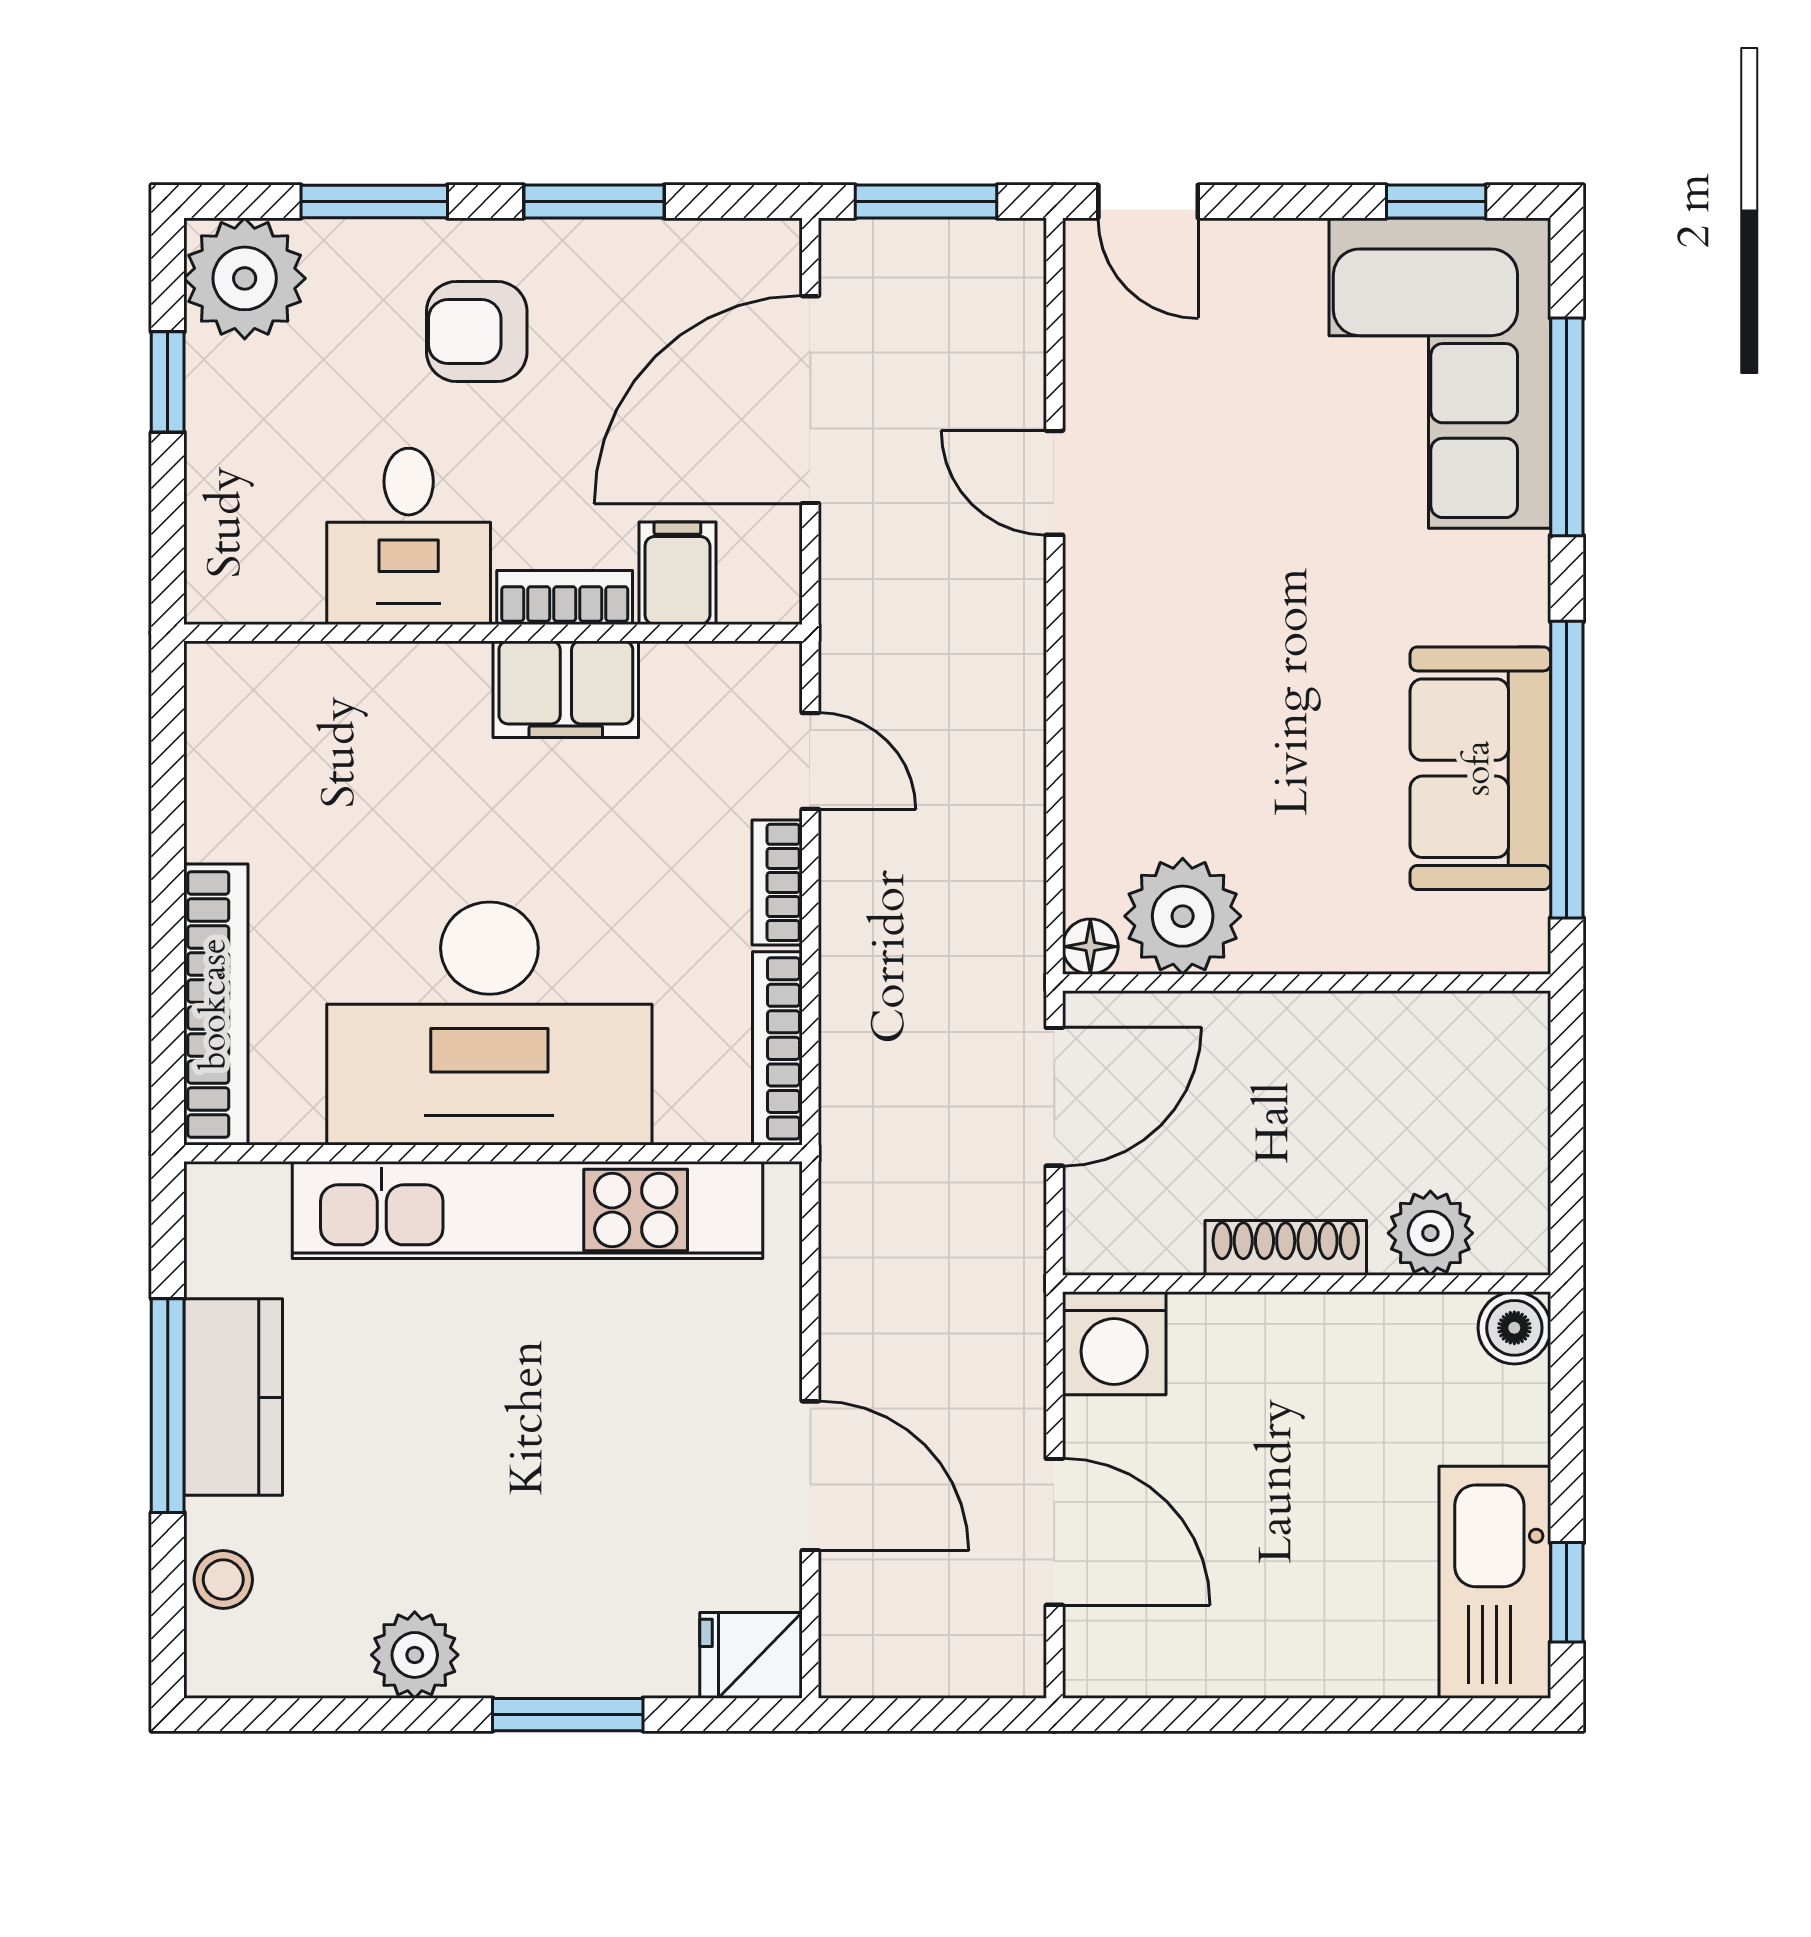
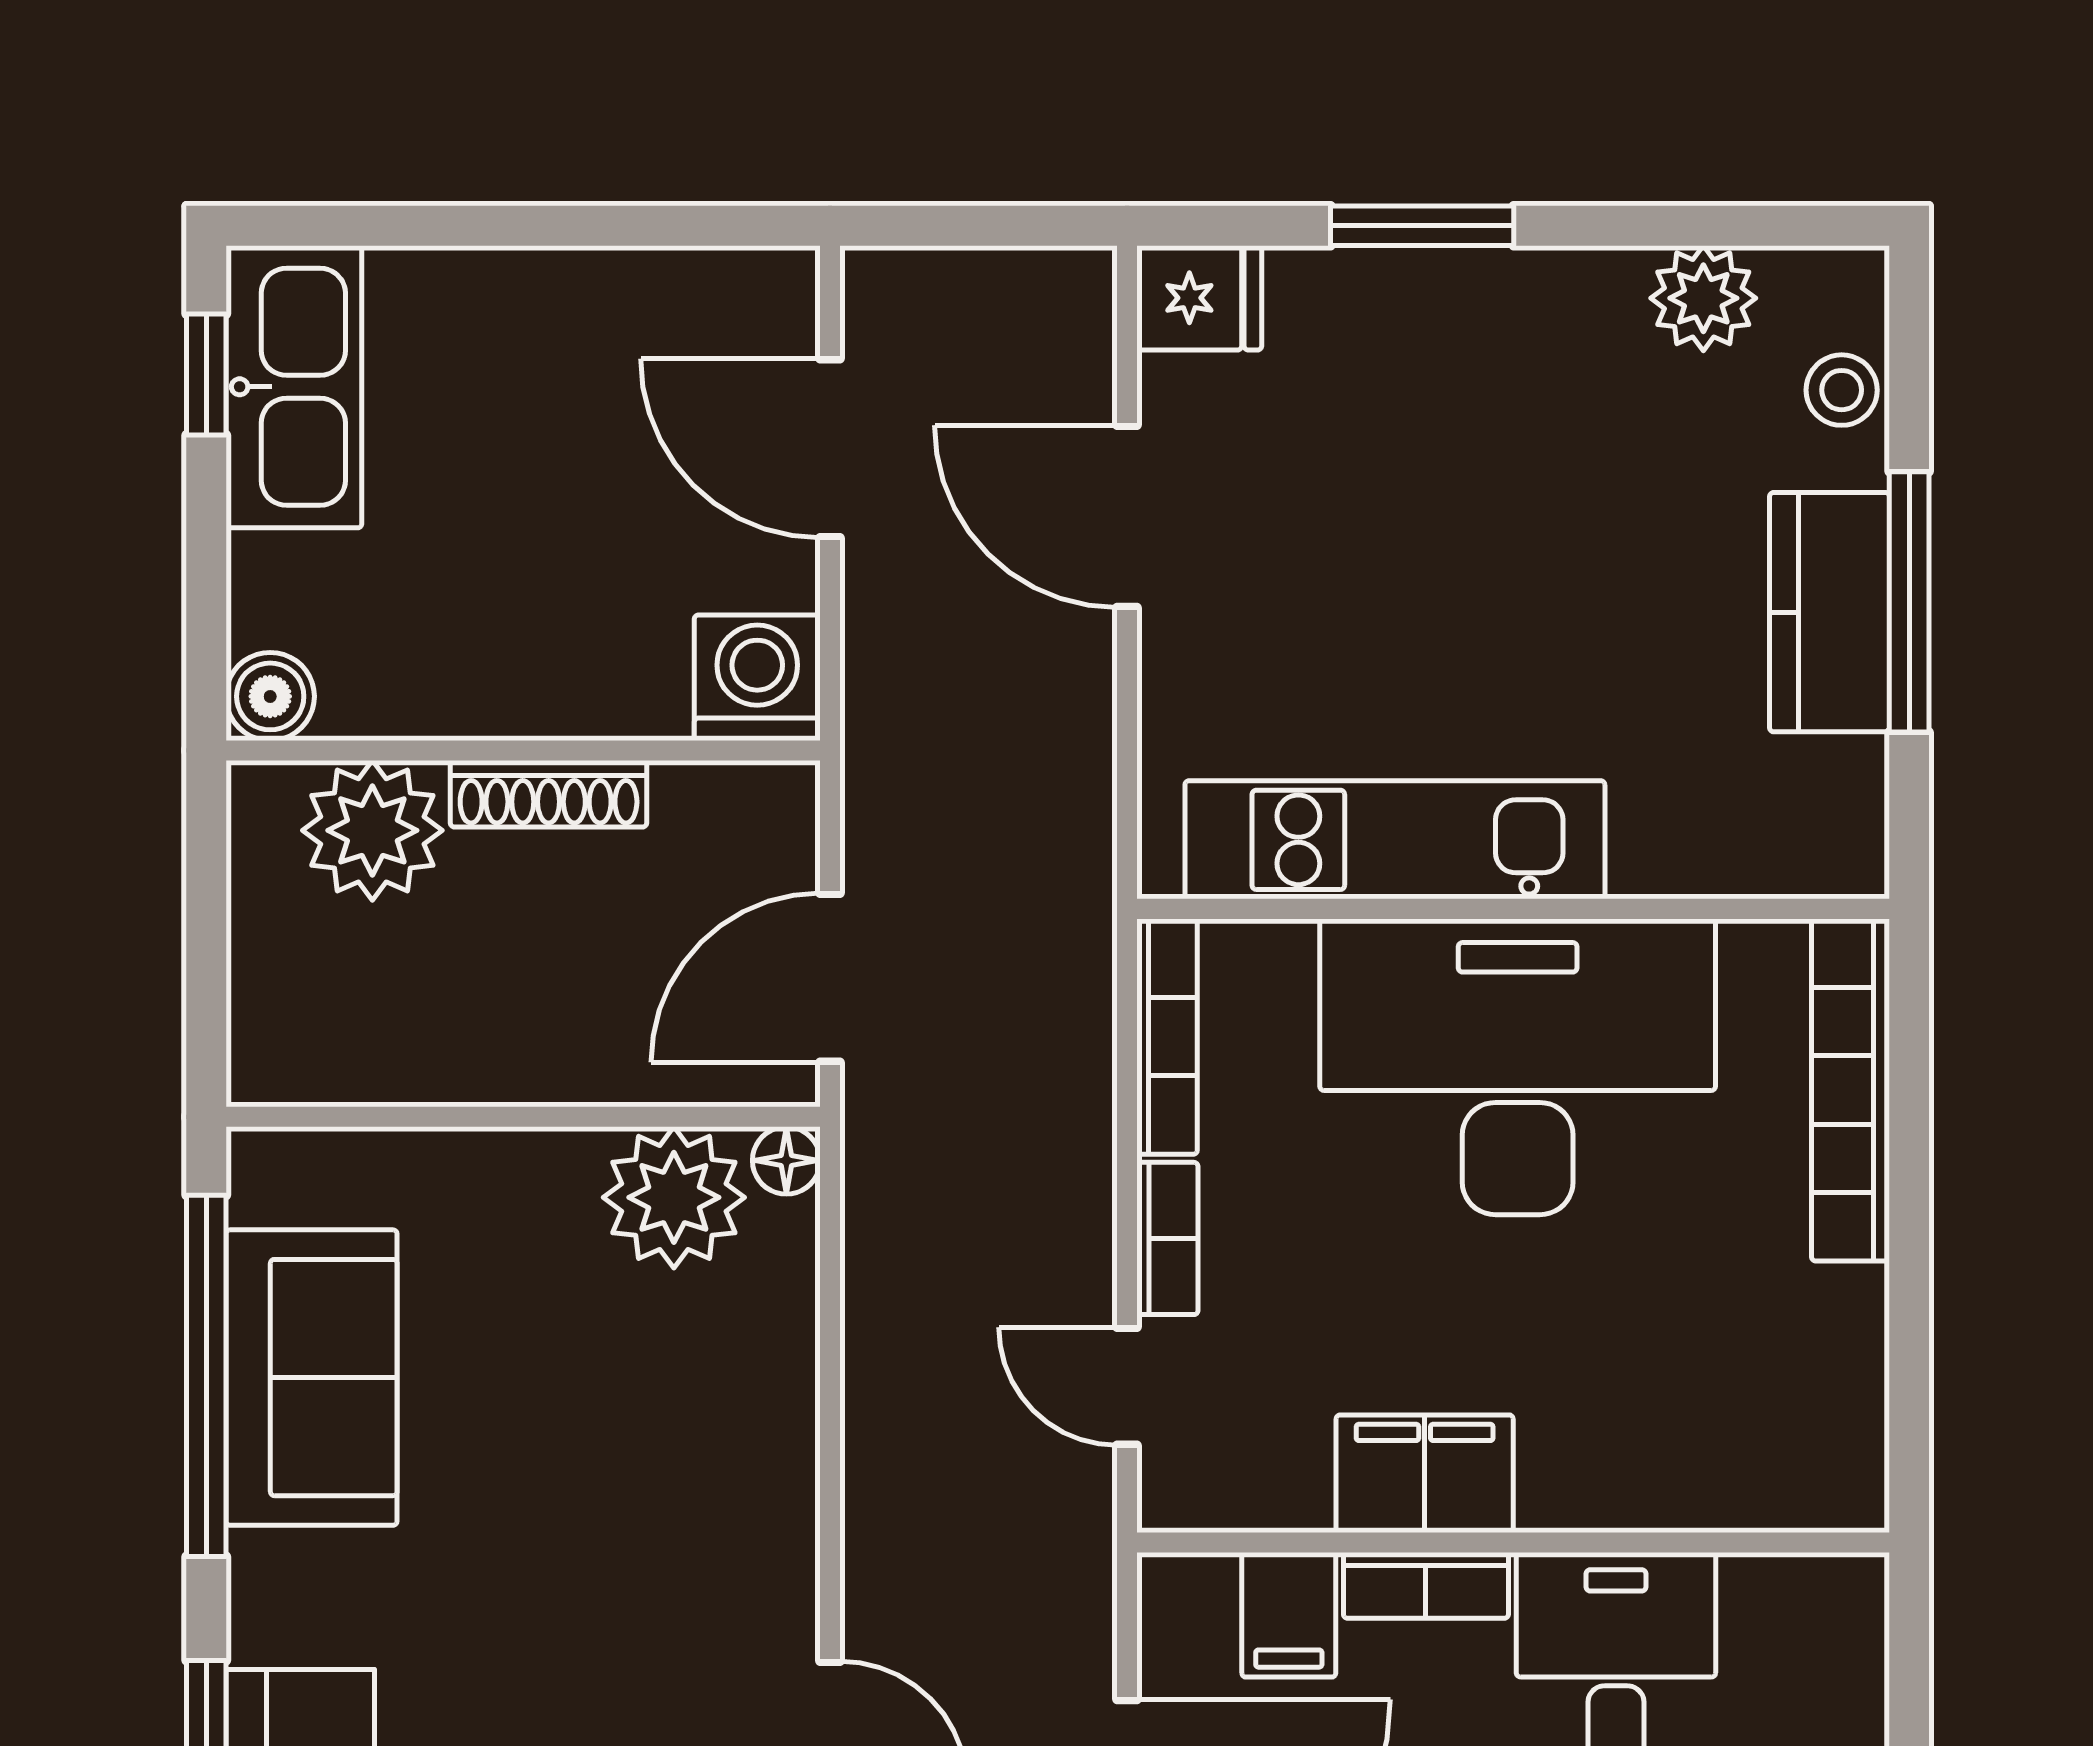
kitchen unit: (528, 1210) -> (1395, 840), width x0.73
plant: (1430, 1233) -> (372, 830), width x1.36, depth x1.36
plant: (415, 1655) -> (1703, 298), moved

